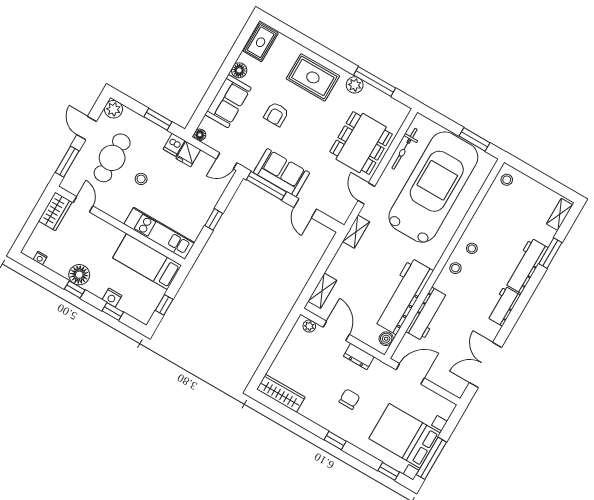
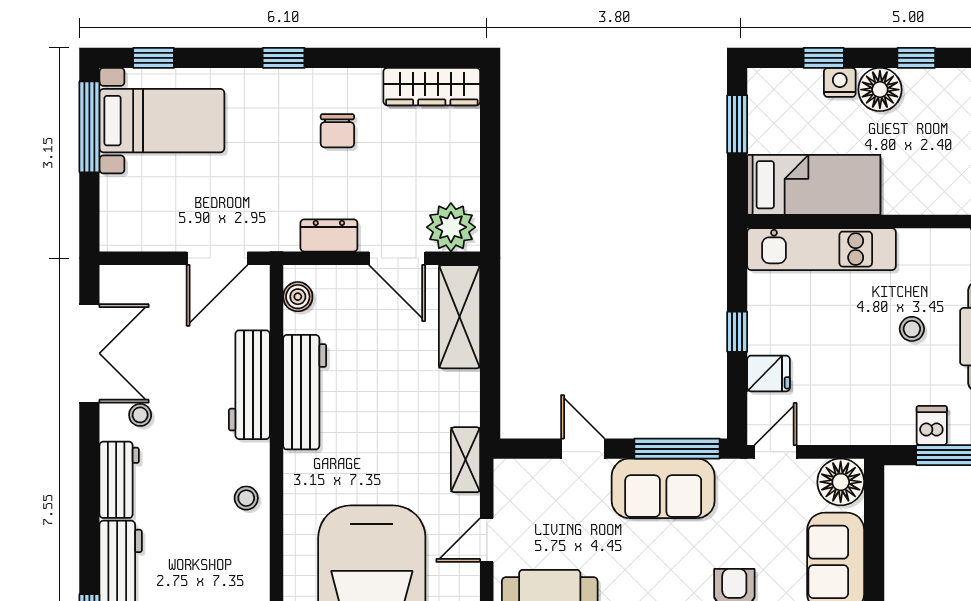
floor lamp: (200, 135) -> (841, 482), width x1.89, depth x1.89
dishwasher: (174, 145) -> (932, 426), moved
fridge: (188, 154) -> (769, 374), moved, turned 90
door: (366, 193) -> (487, 540), swing flipped
stool: (472, 248) -> (140, 415), moved
floor lamp: (79, 275) -> (880, 90), moved
shelving: (322, 291) -> (459, 317), width x1.50, depth x1.33
workbench: (403, 296) -> (305, 392), width x0.73, depth x0.76
window: (164, 305) -> (737, 124), width x1.50
plant: (309, 326) -> (451, 227), width x1.87, depth x1.87
chair: (349, 399) -> (337, 131), moved
bed with nightstands: (405, 436) -> (162, 121), width x0.73

